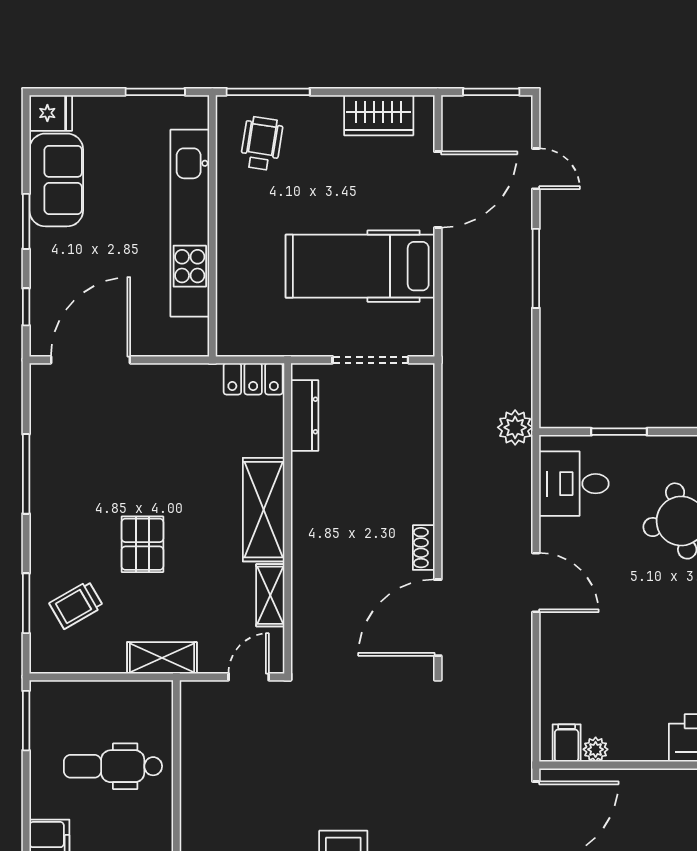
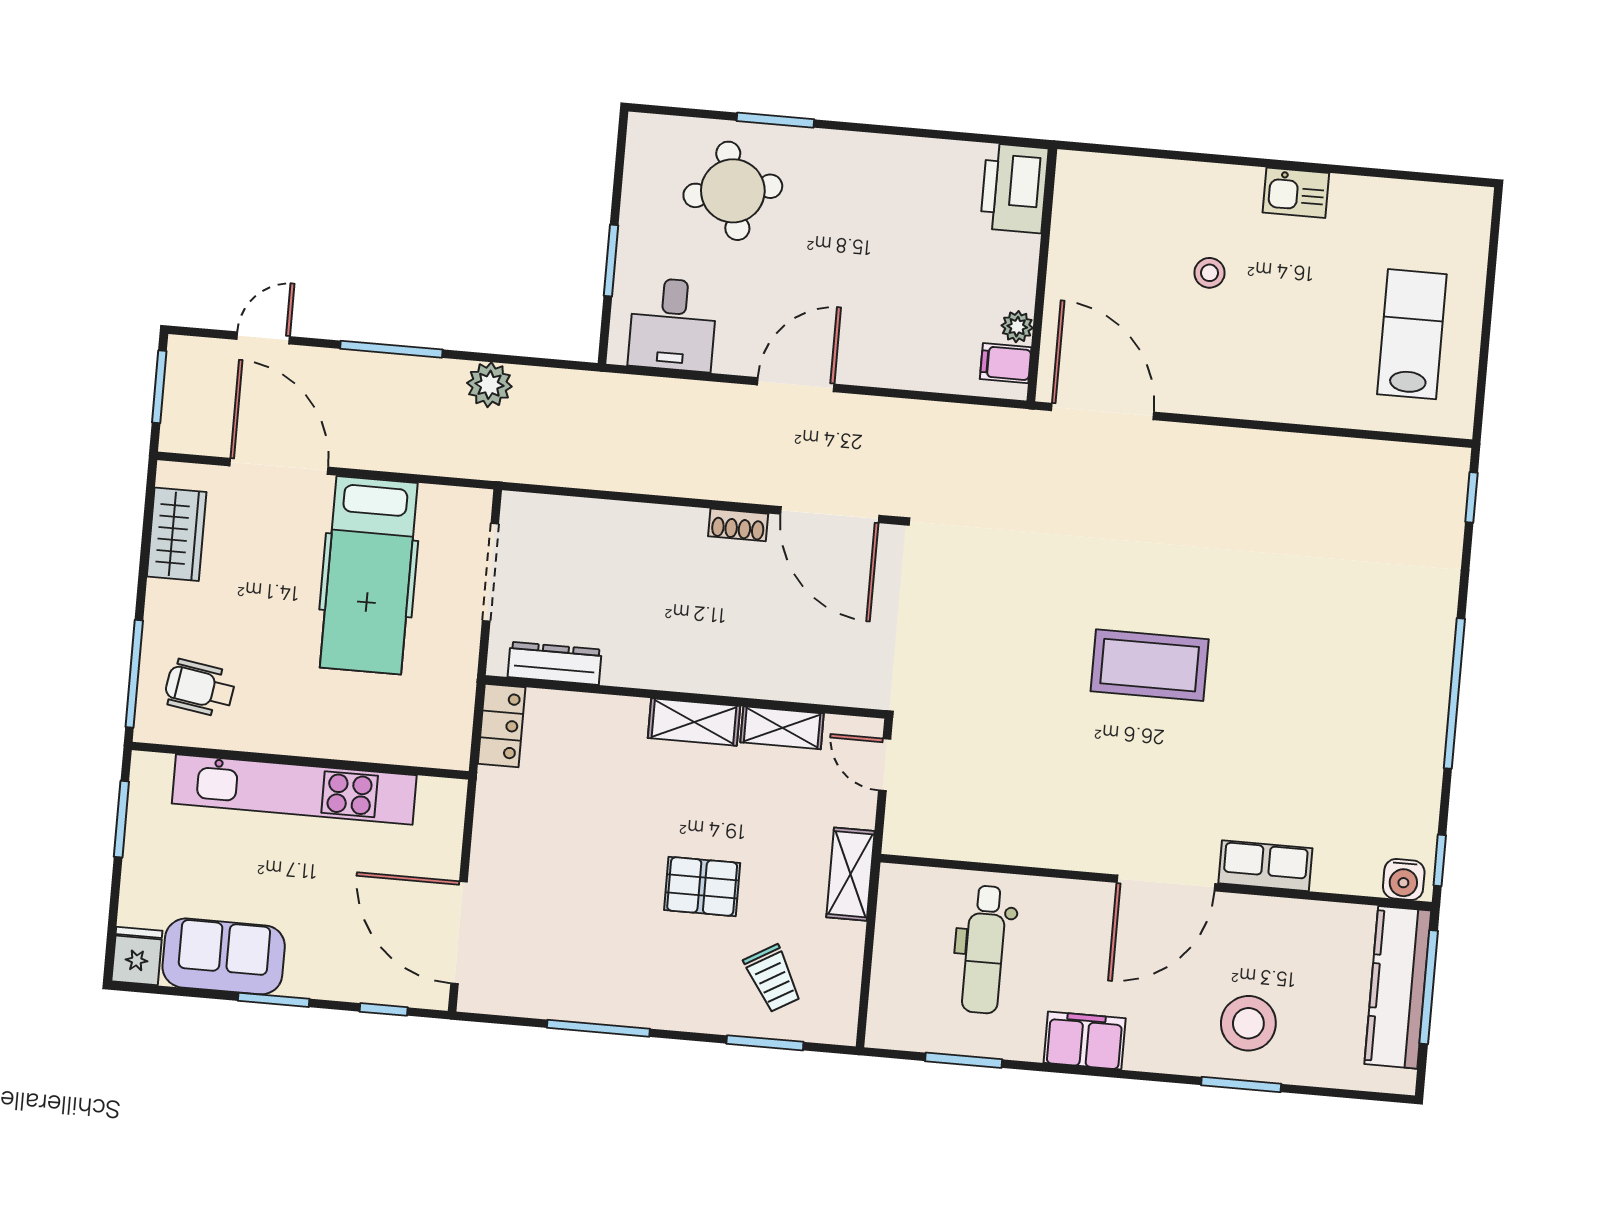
plant: (515, 427) -> (489, 385), moved
shelving: (264, 510) -> (694, 722), width x0.67, depth x0.75
window: (26, 721) -> (964, 1060), moved

